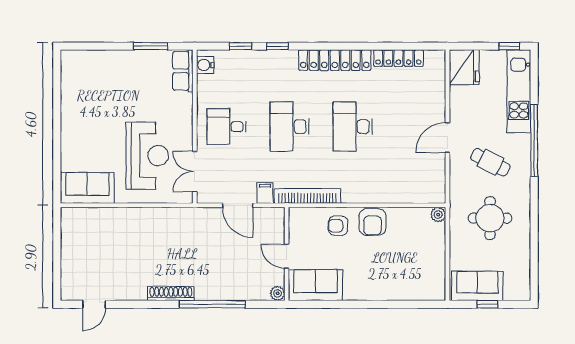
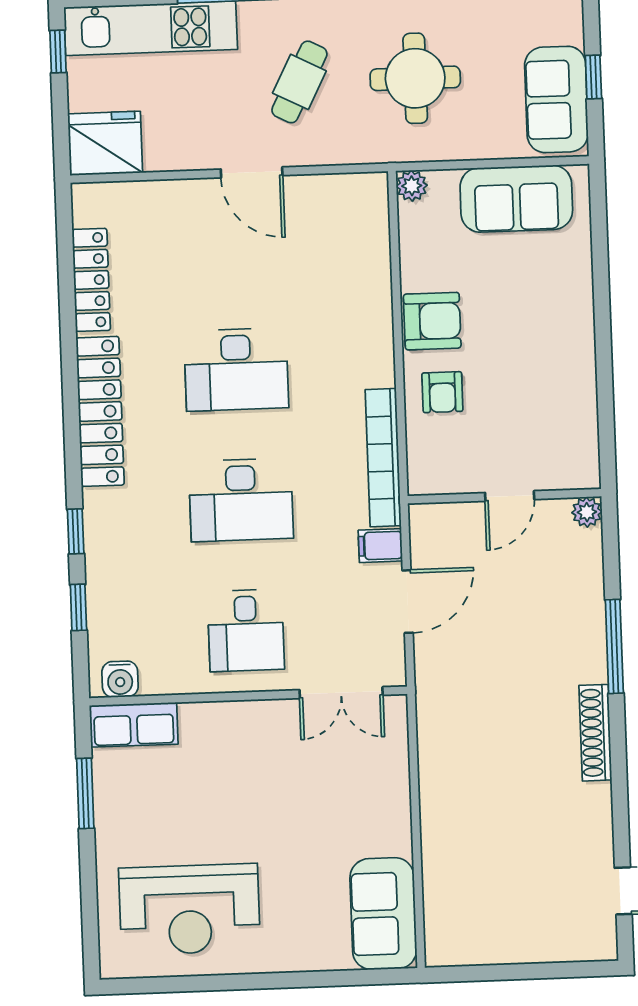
reception desk: (147, 156) -> (190, 909), moved, turned 180
sofa: (315, 285) -> (516, 199), moved, turned -90
window: (212, 304) -> (614, 646), width x0.68

